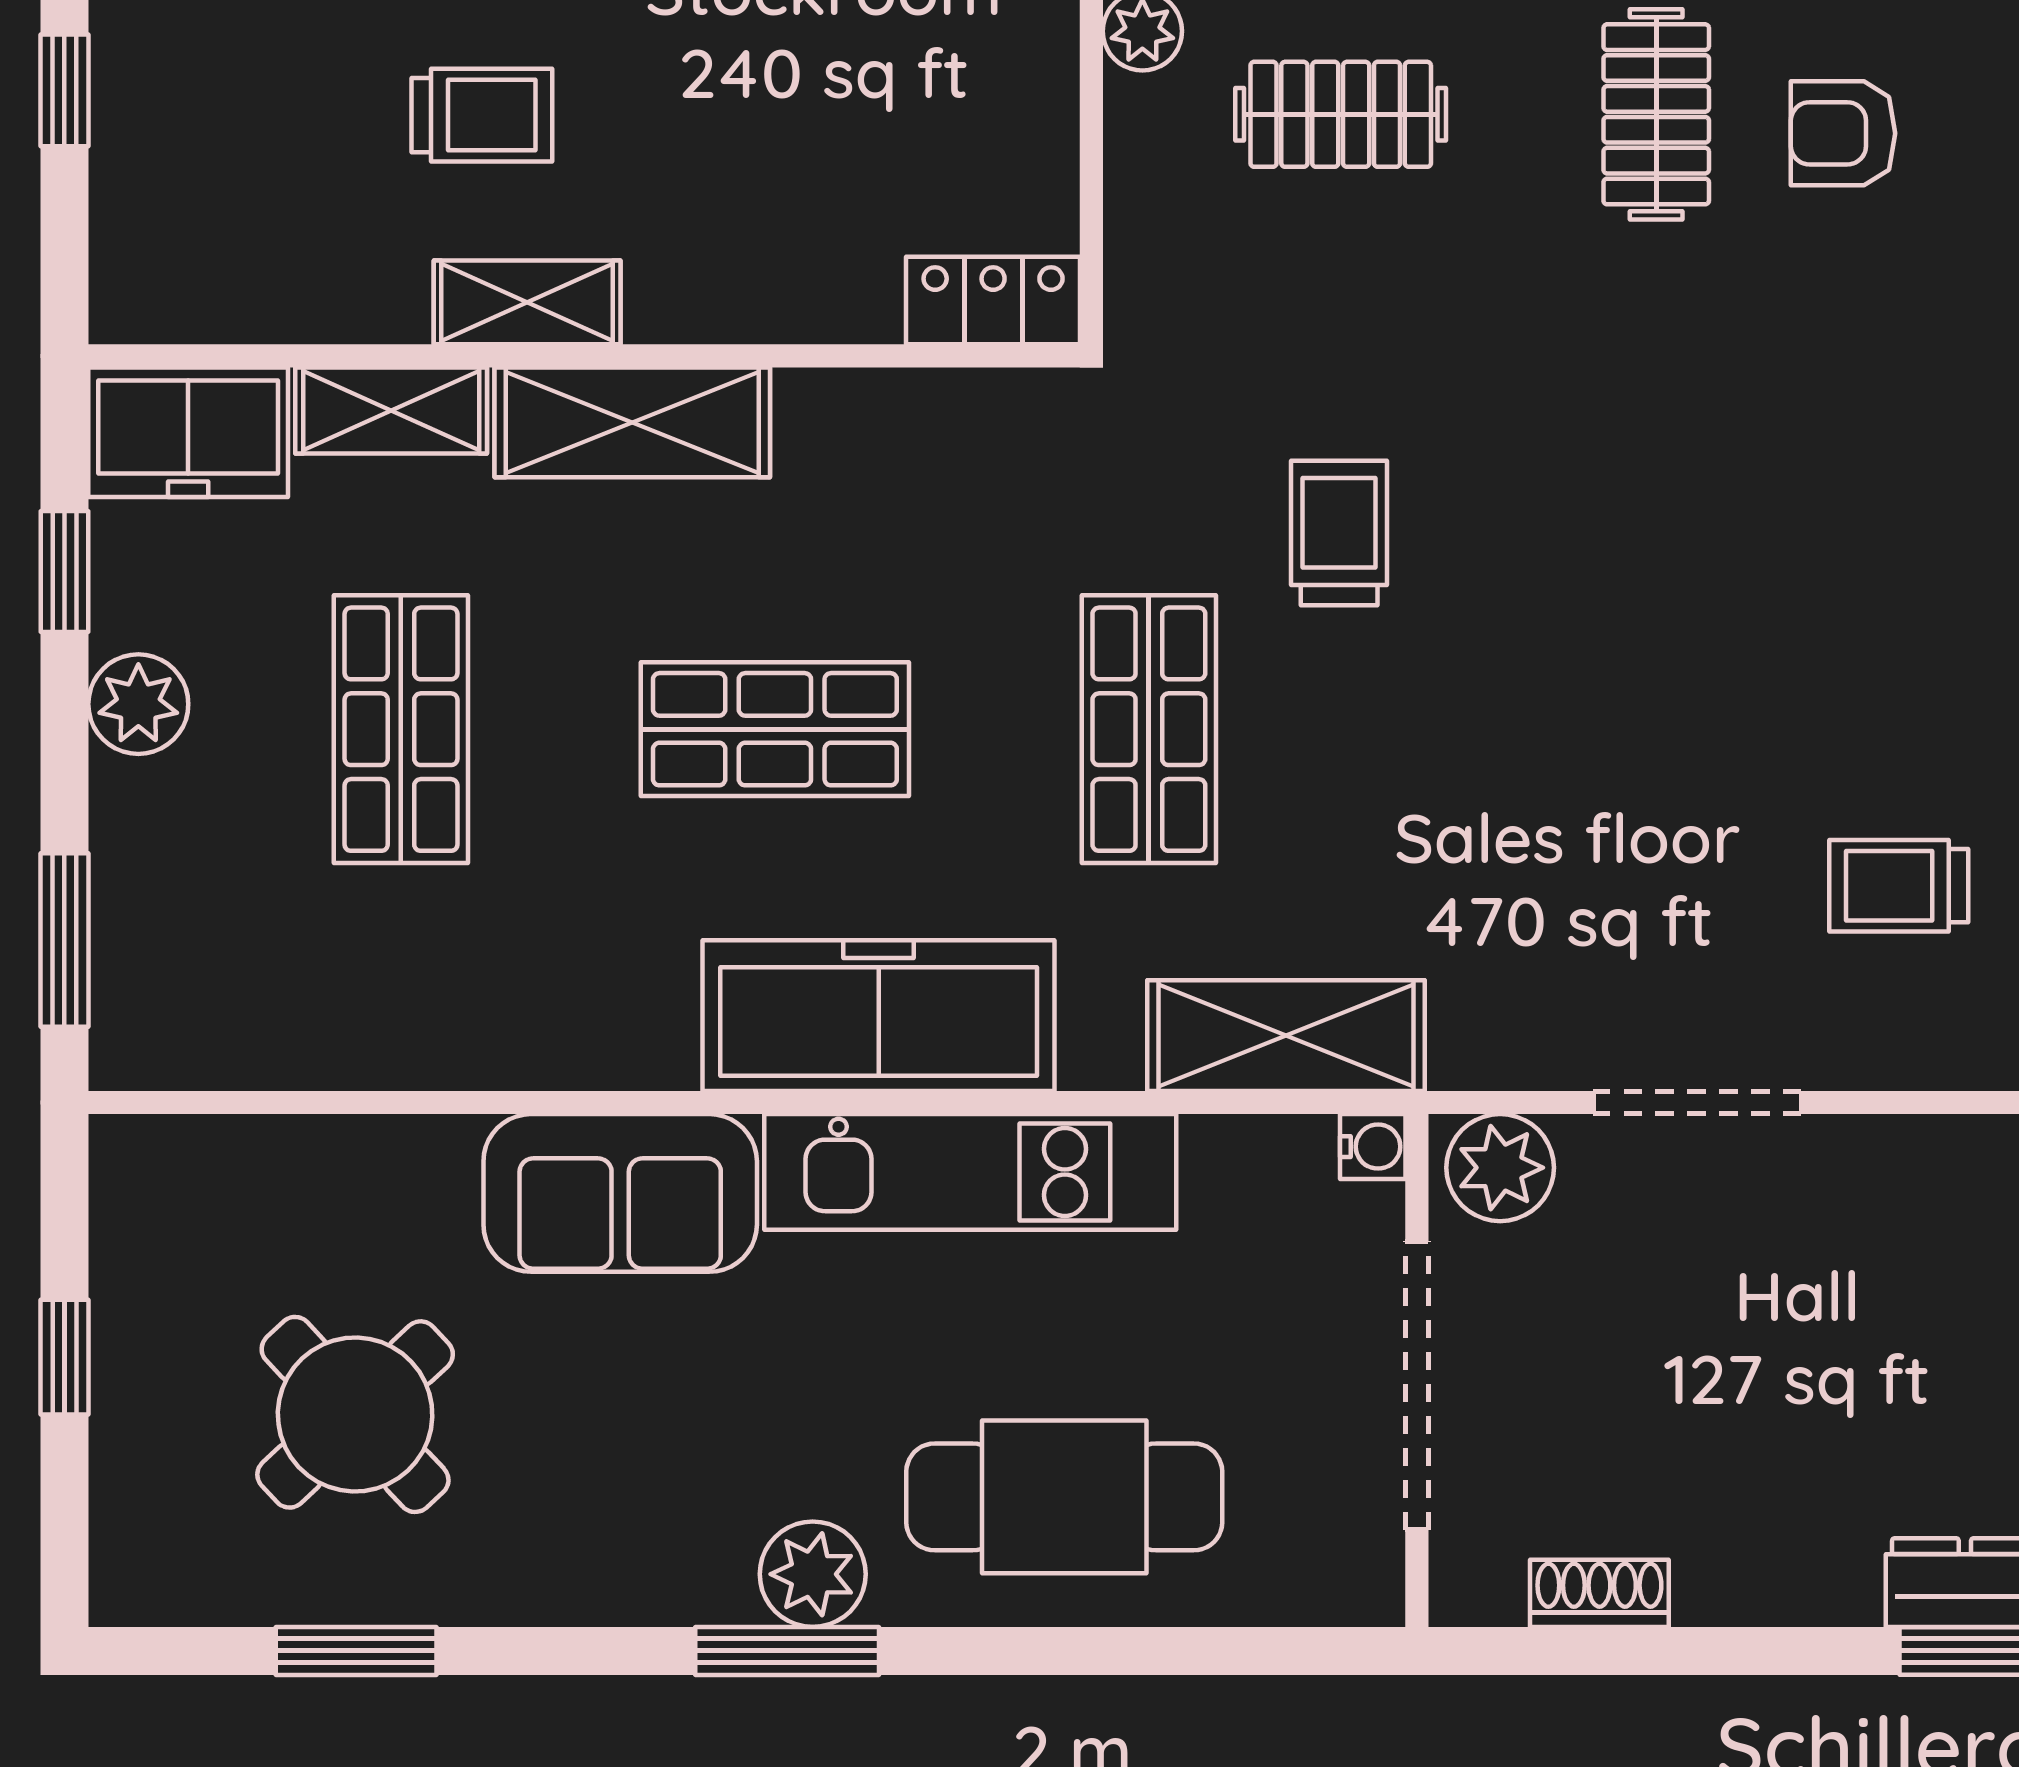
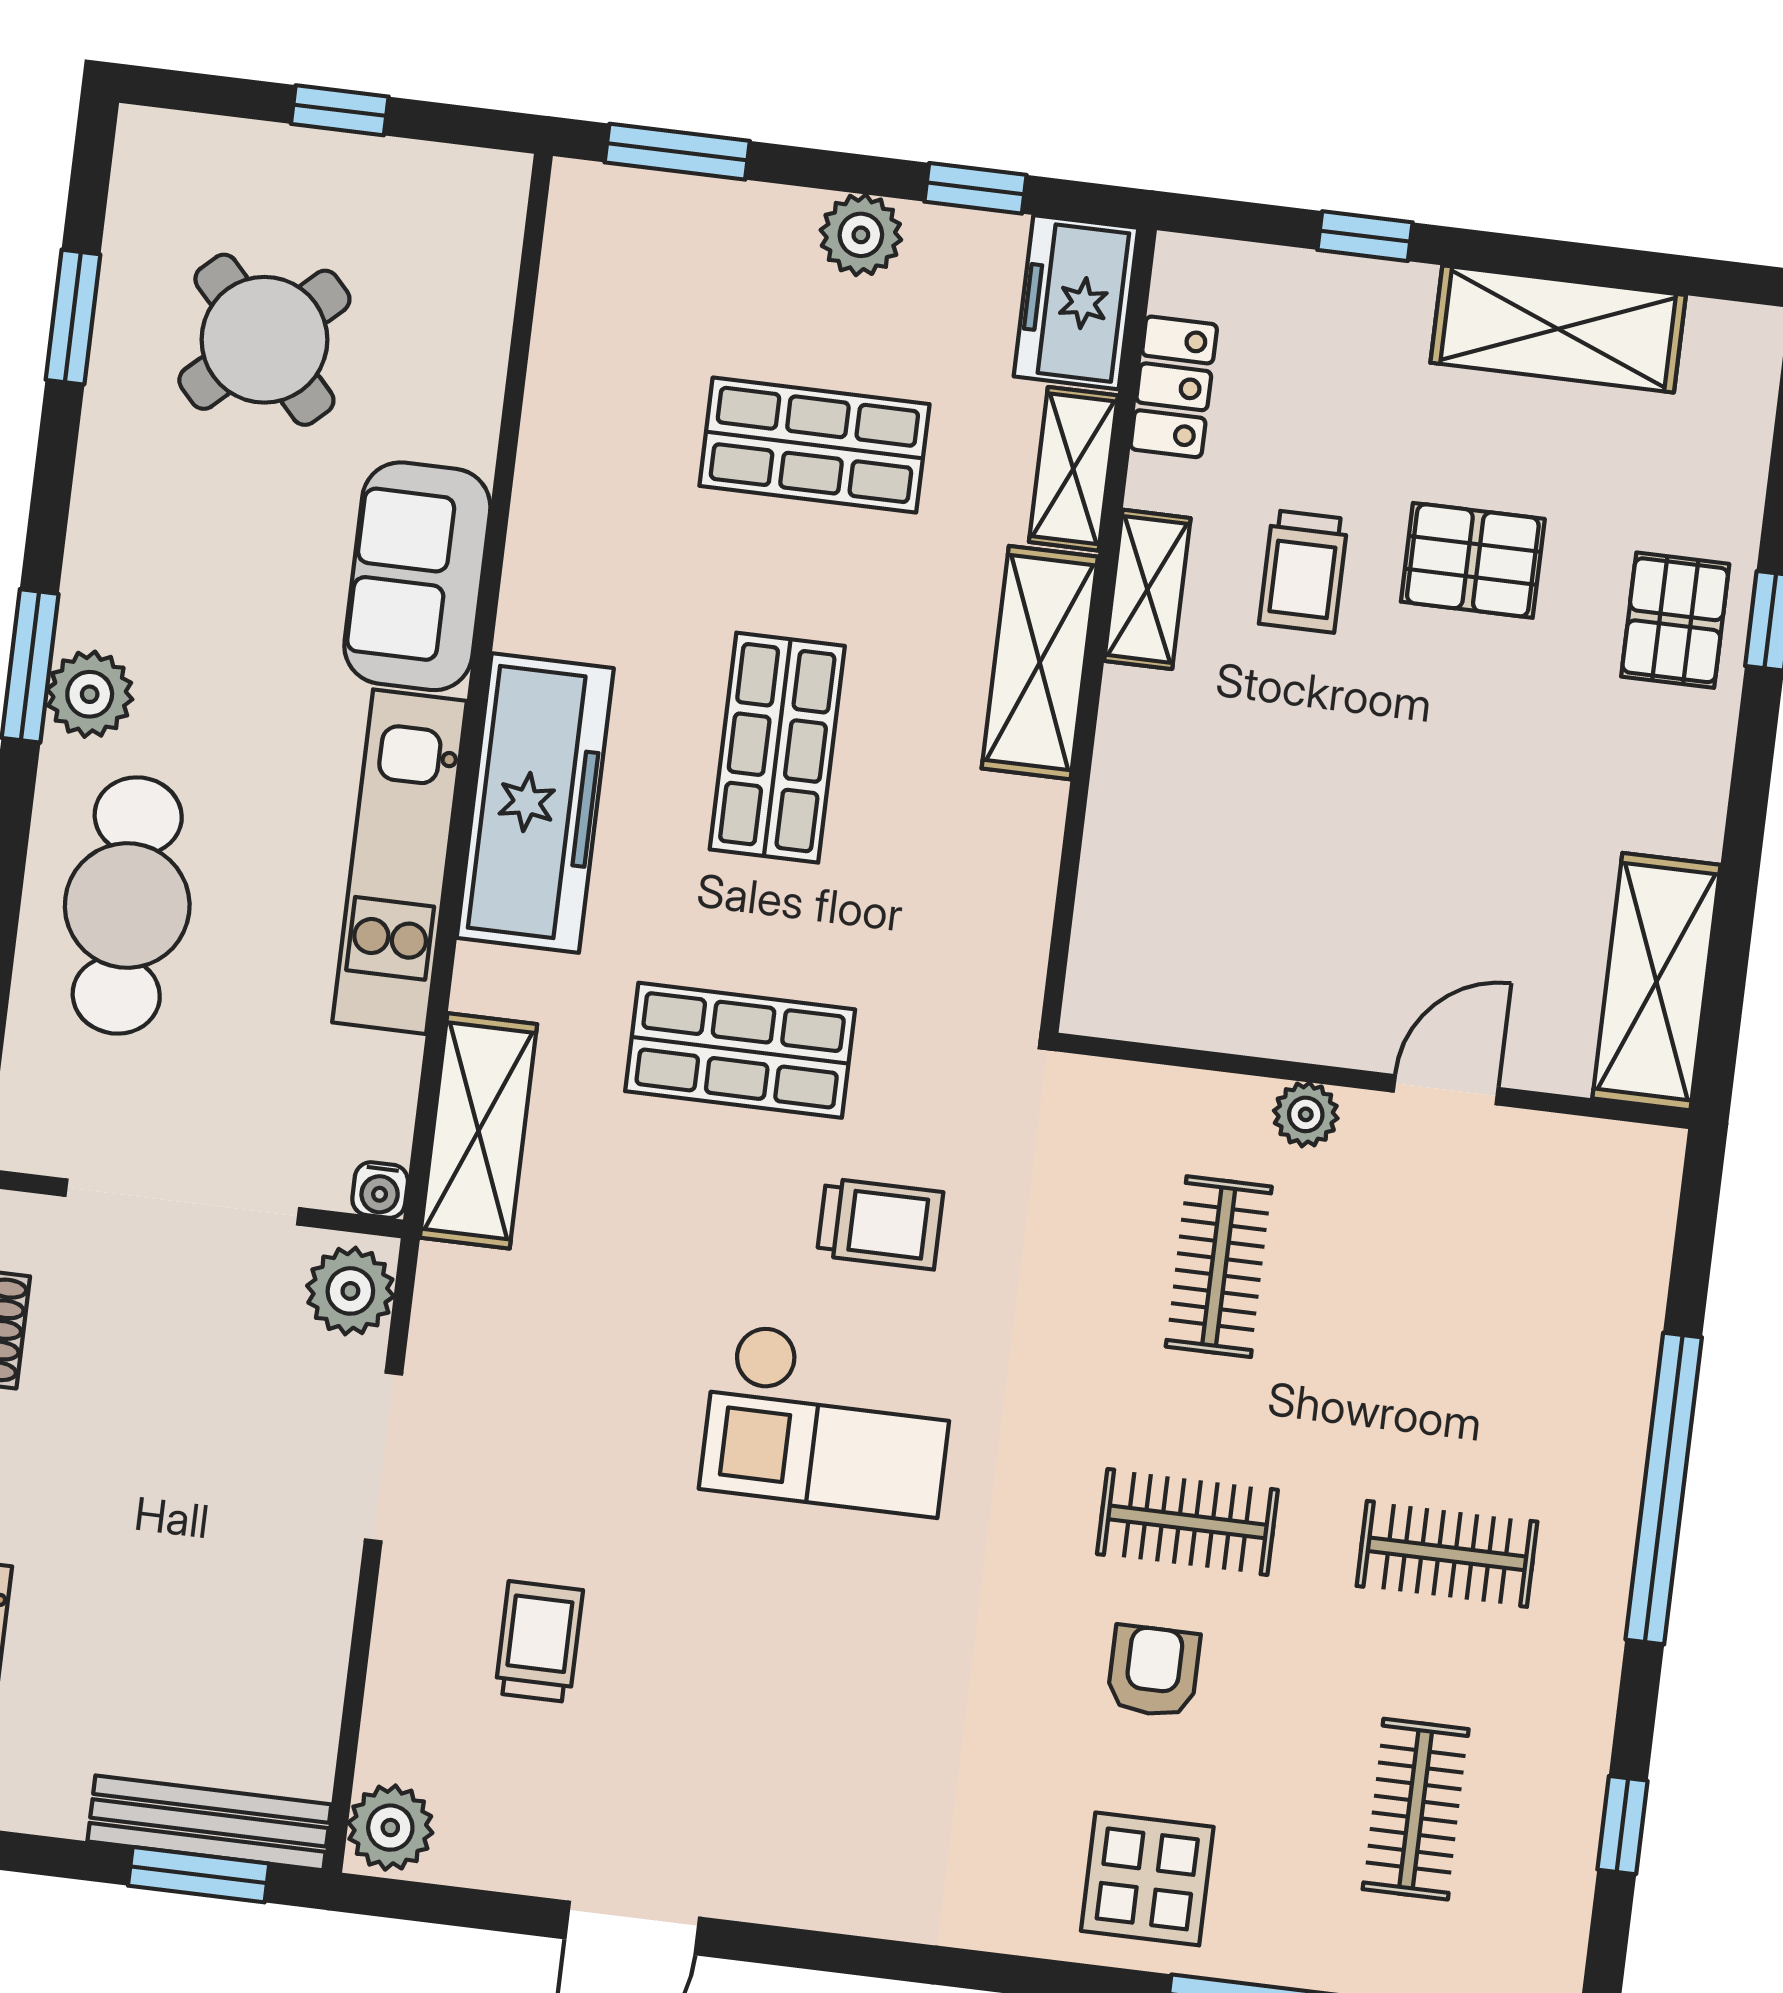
locker: (993, 301) -> (1174, 387), moved
checkout: (1585, 567) -> (828, 1420), added

